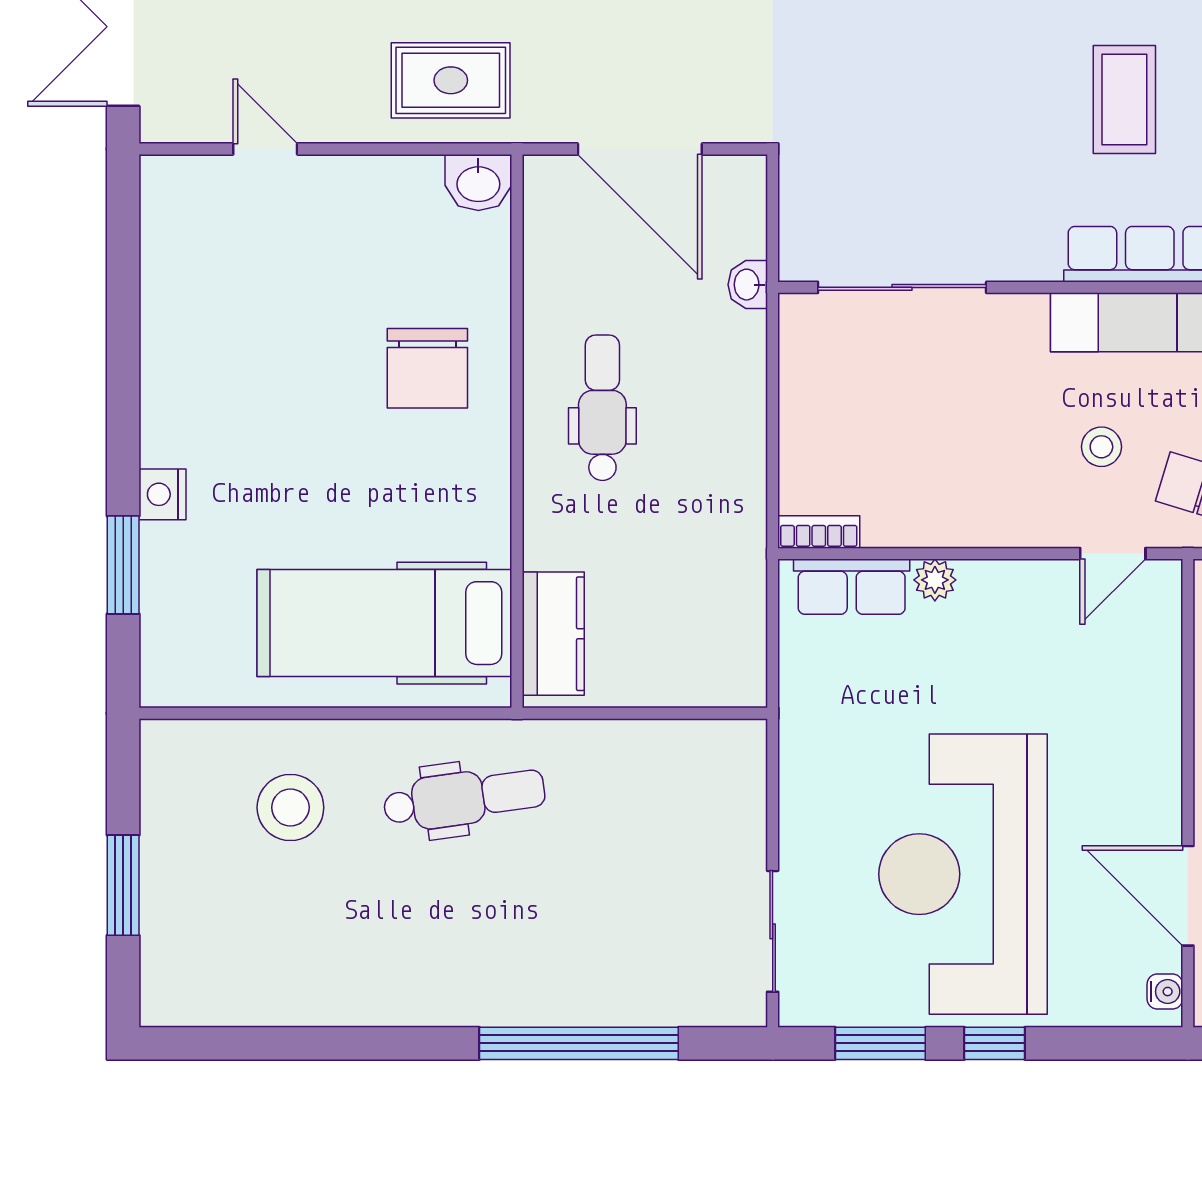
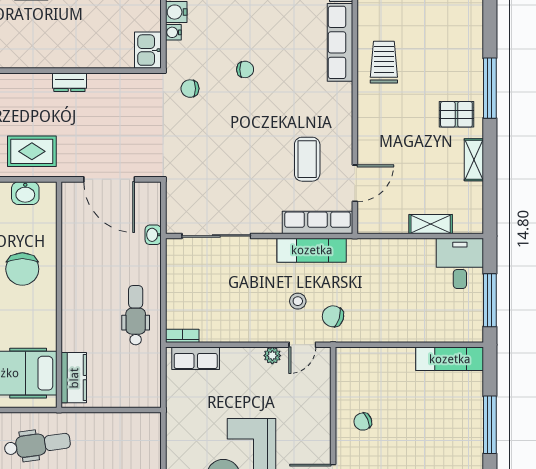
washbasin: (478, 183) -> (25, 193), moved
dental chair: (602, 408) -> (136, 315), moved
plant: (935, 580) -> (272, 356), moved

